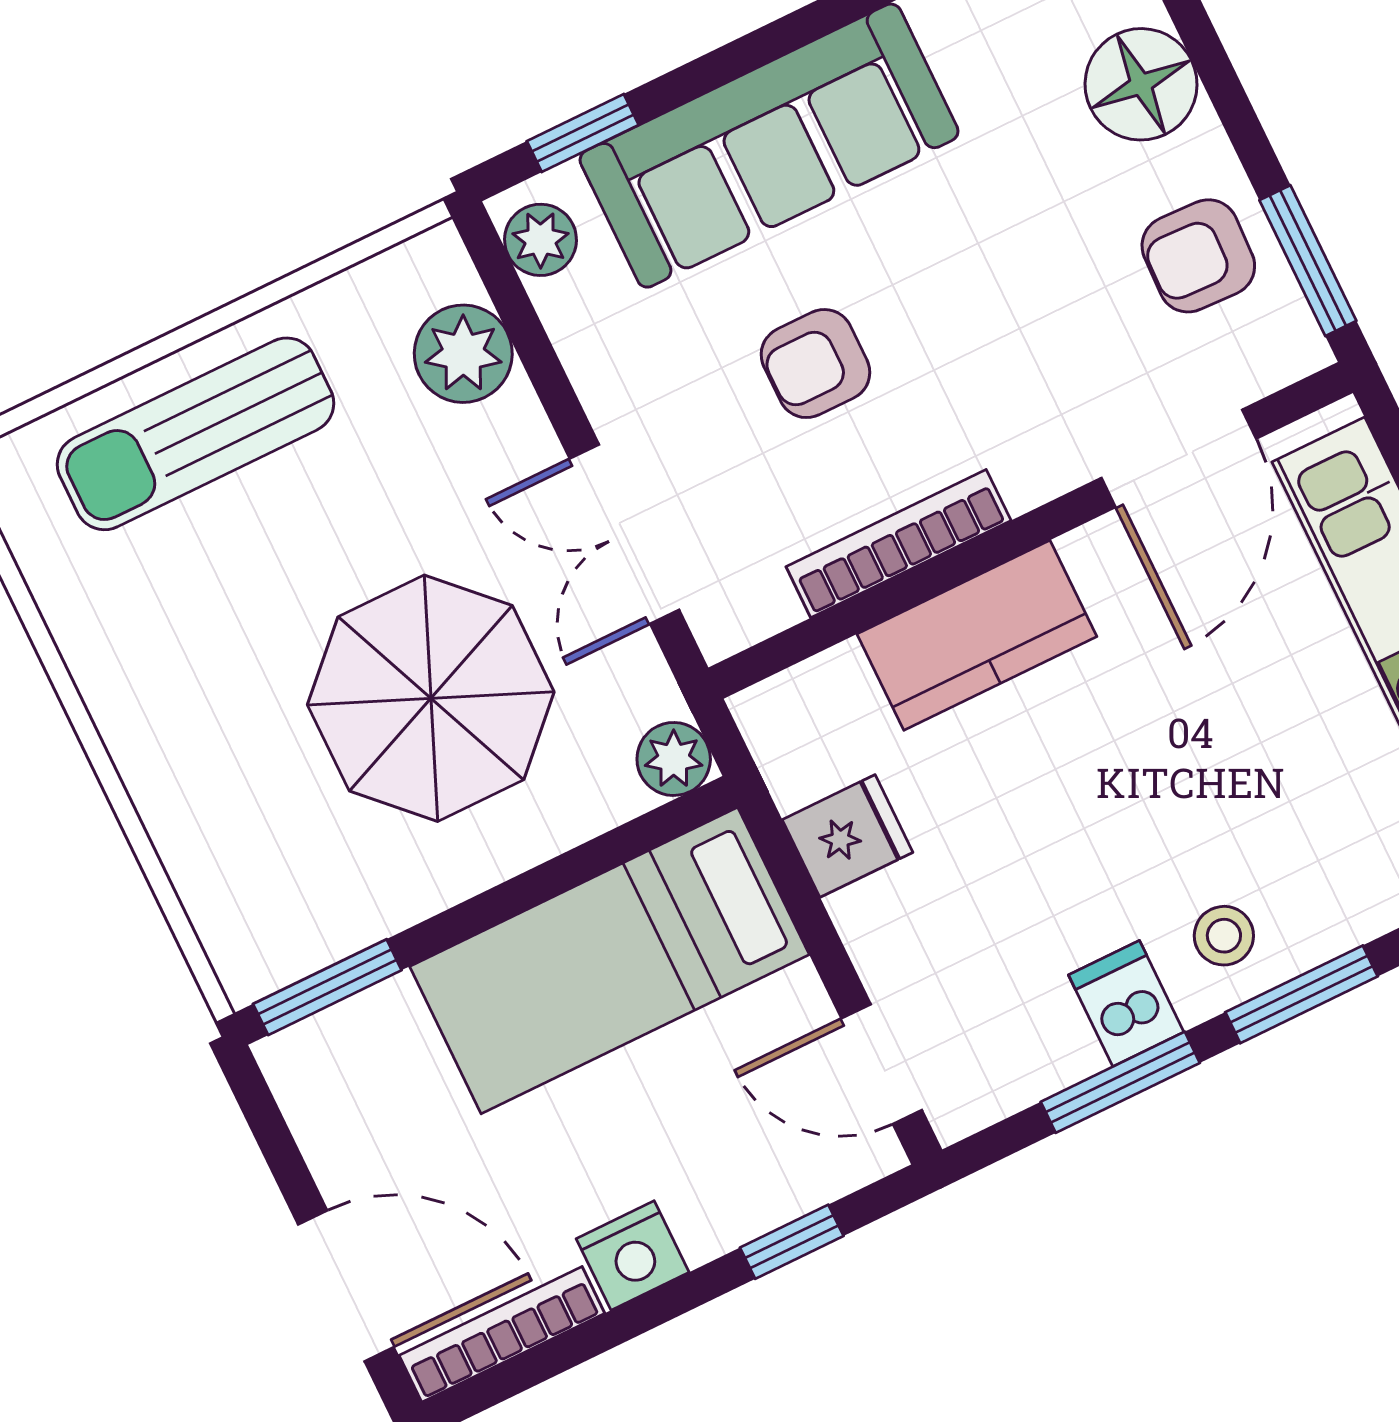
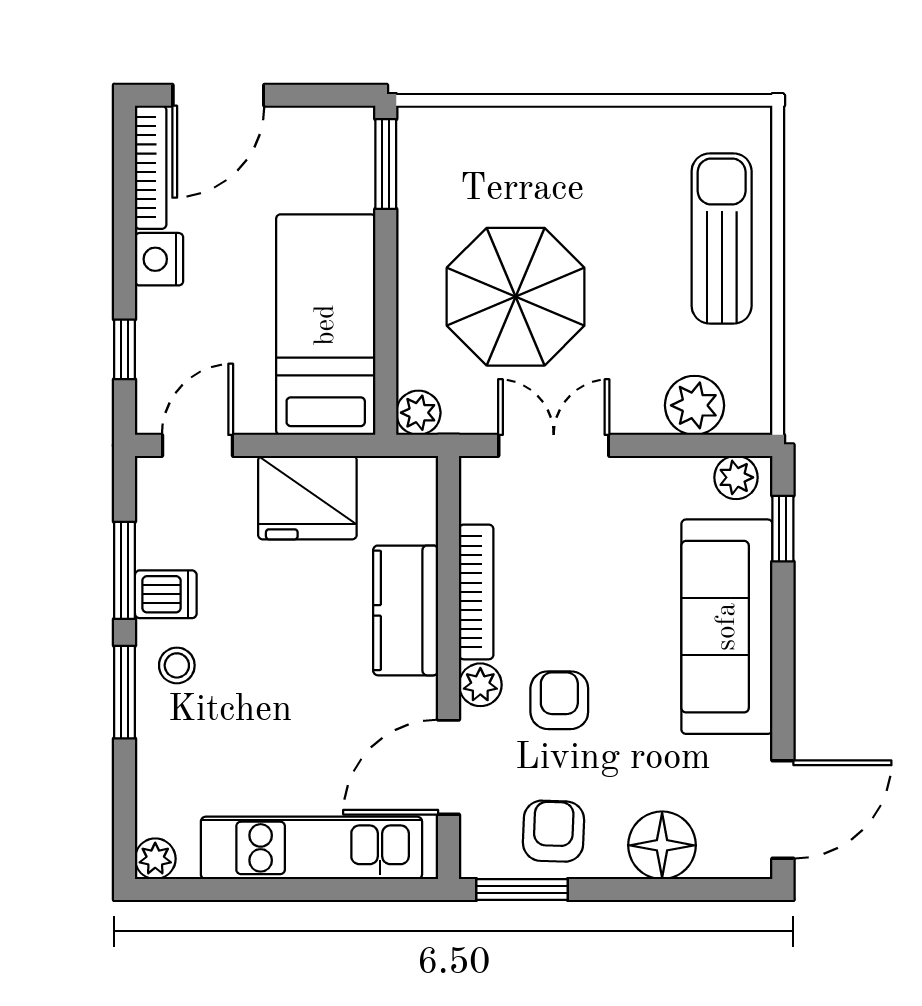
armchair: (815, 364) -> (559, 700), moved
door: (1179, 458) -> (448, 767), hinge flipped
plant: (1034, 470) -> (480, 685), added
fridge: (848, 836) -> (307, 498), width x1.88, depth x1.34

